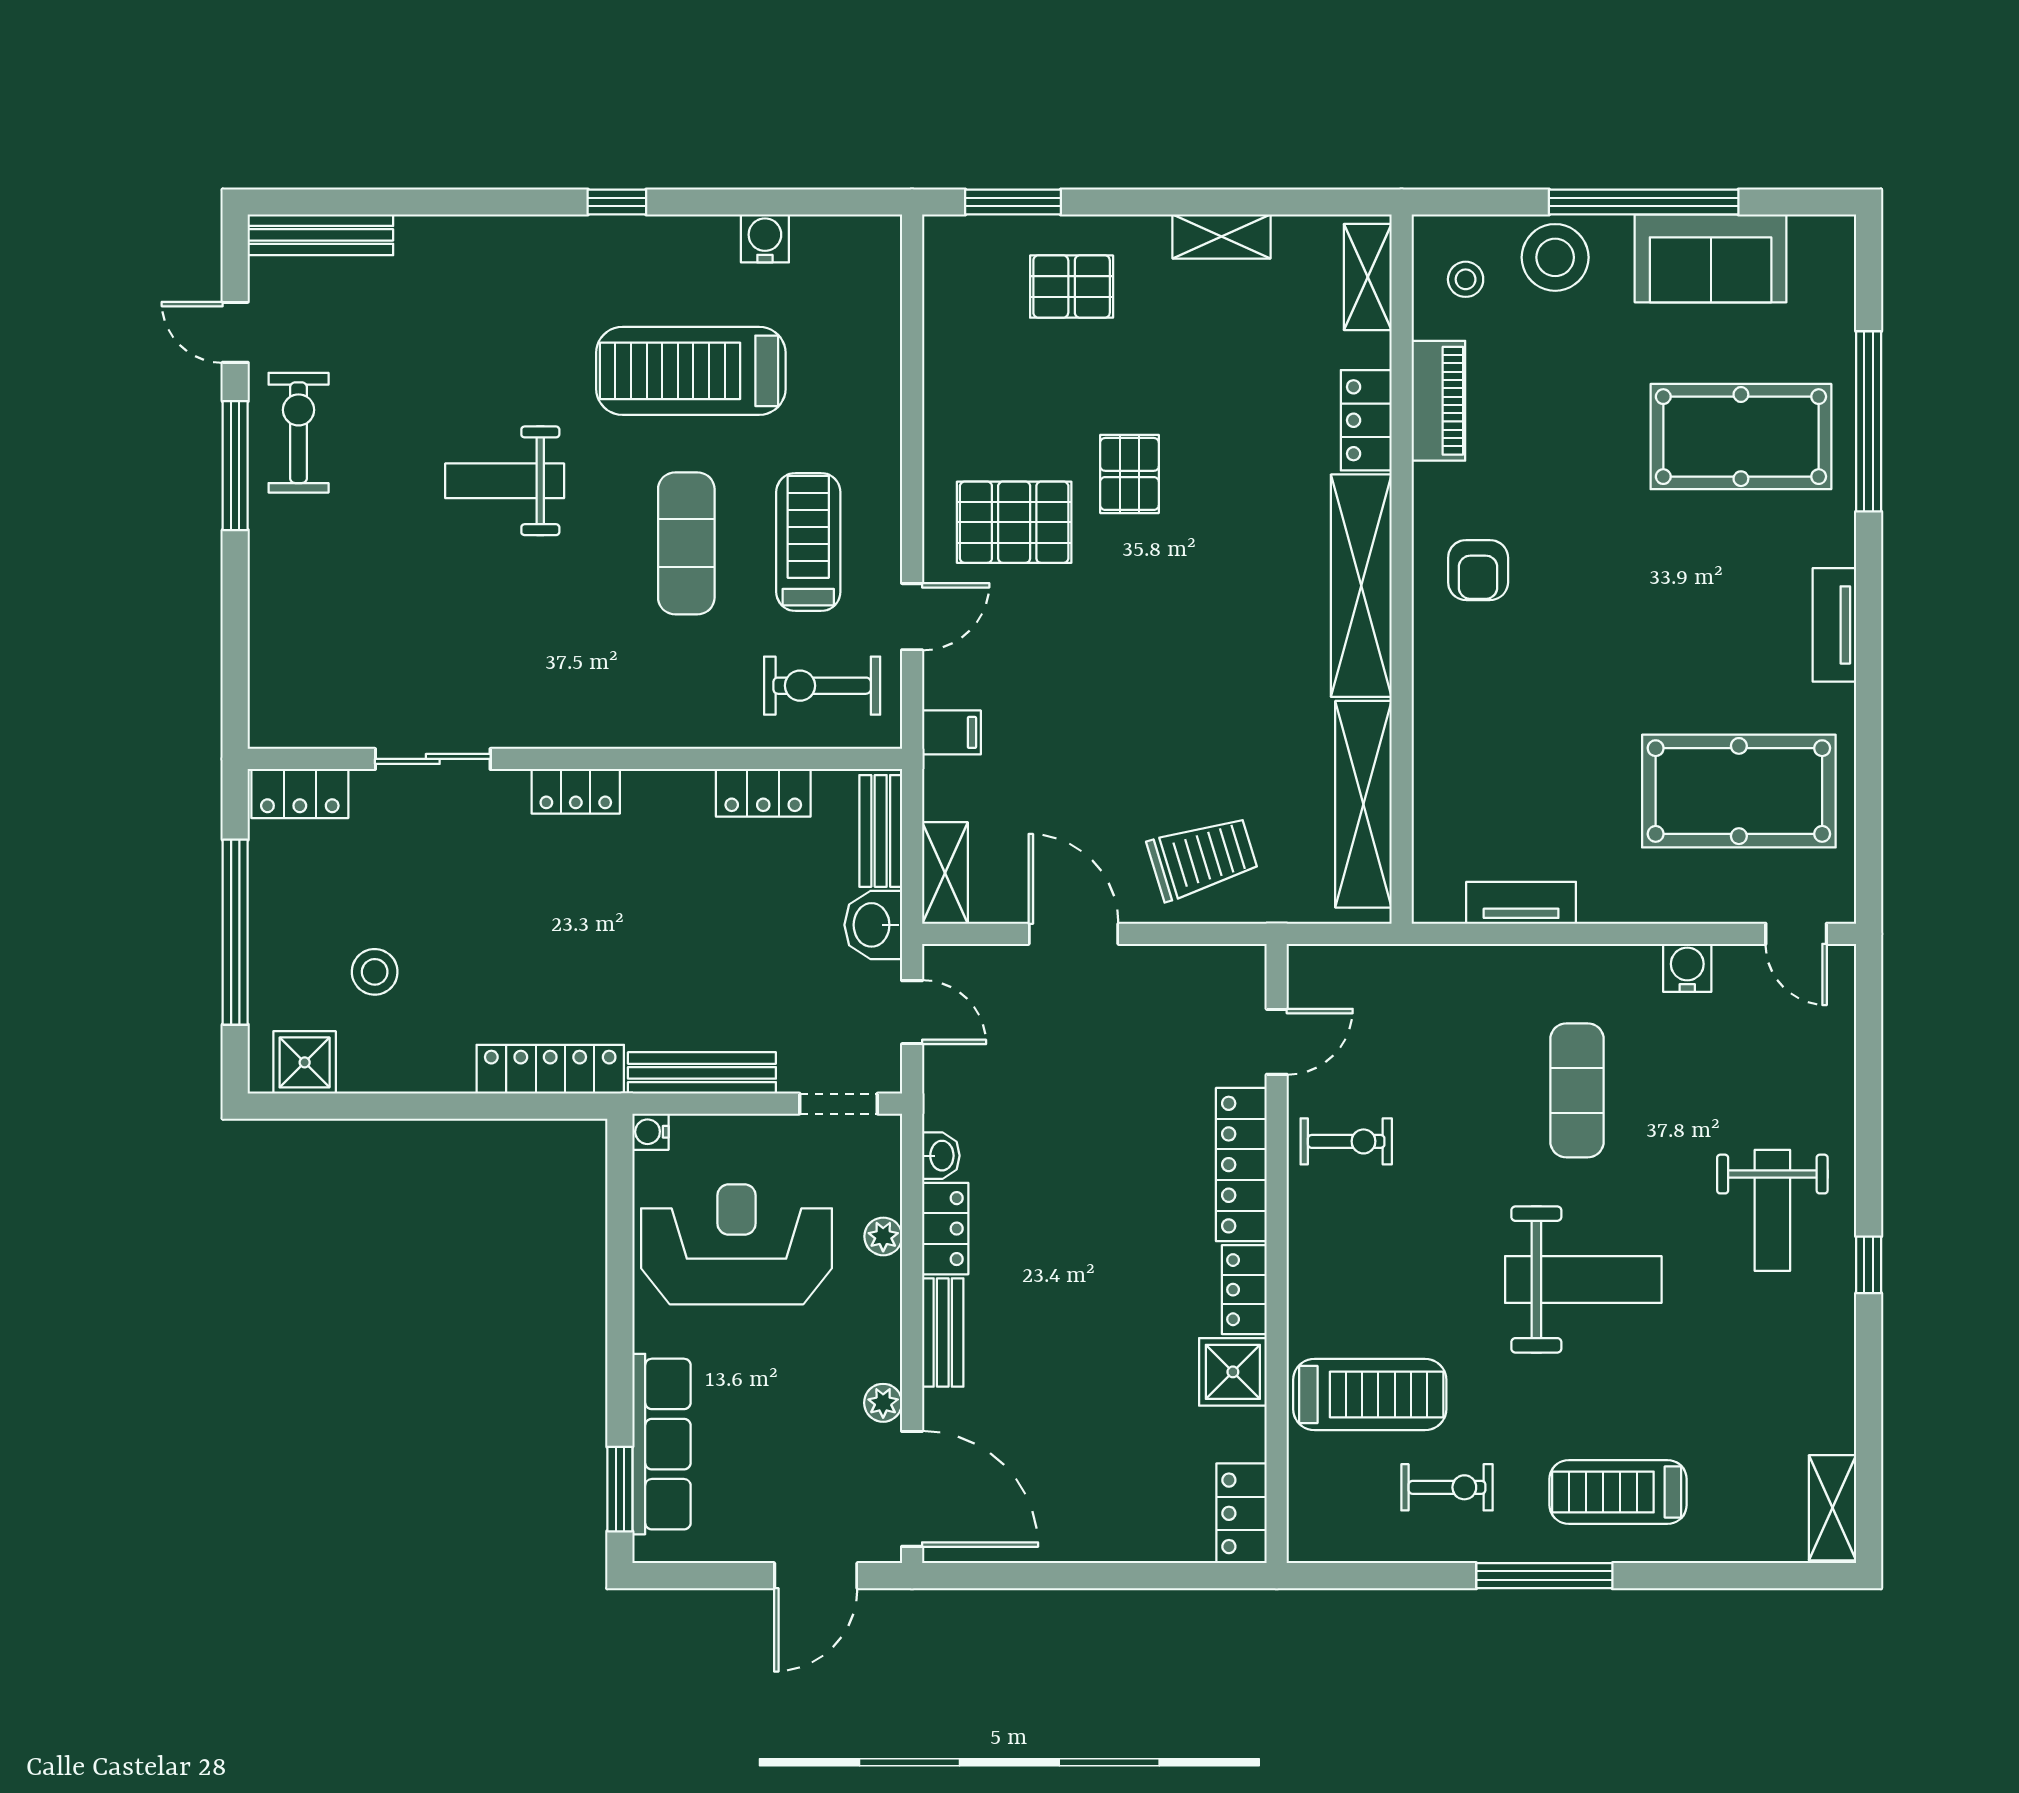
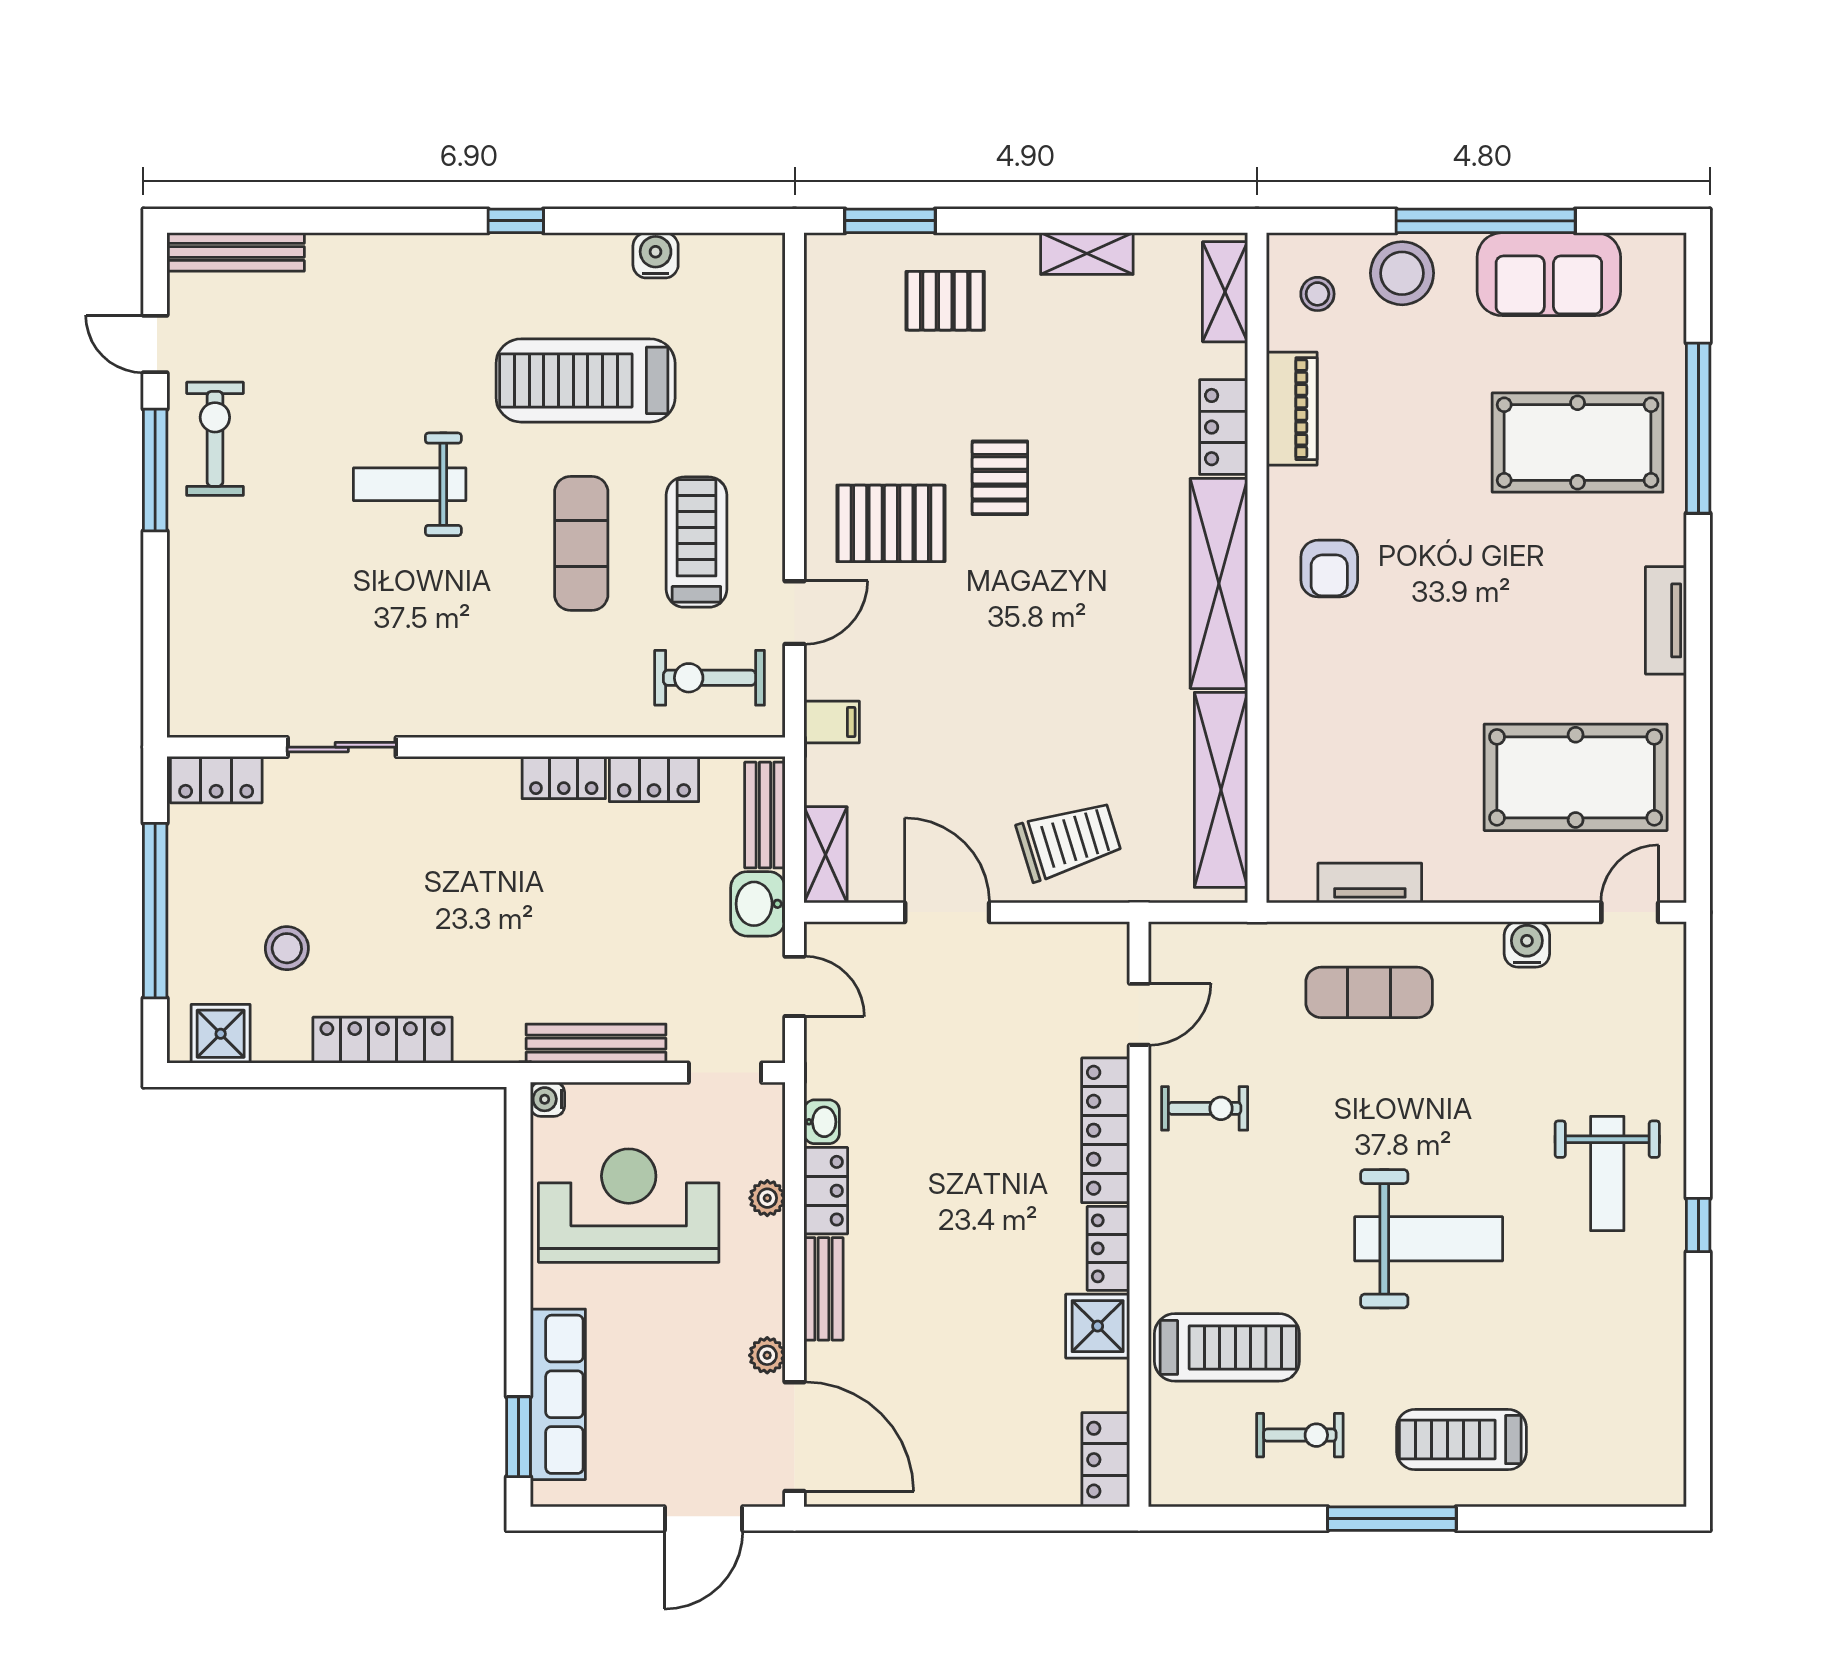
locker: (576, 791) -> (564, 778), moved
door: (1796, 934) -> (1630, 912), swing flipped
locker: (550, 1069) -> (383, 1040), moved
exercise mat: (1577, 1090) -> (1369, 992), moved, turned 90
shelving: (1832, 1508) -> (1664, 1454), removed

